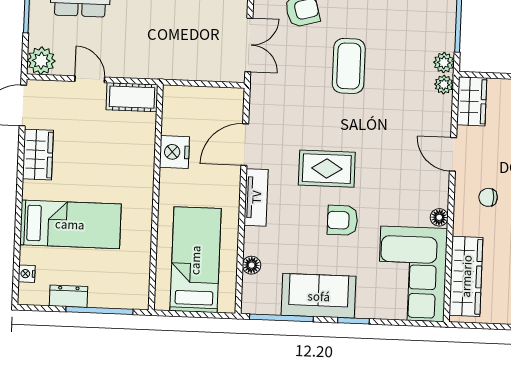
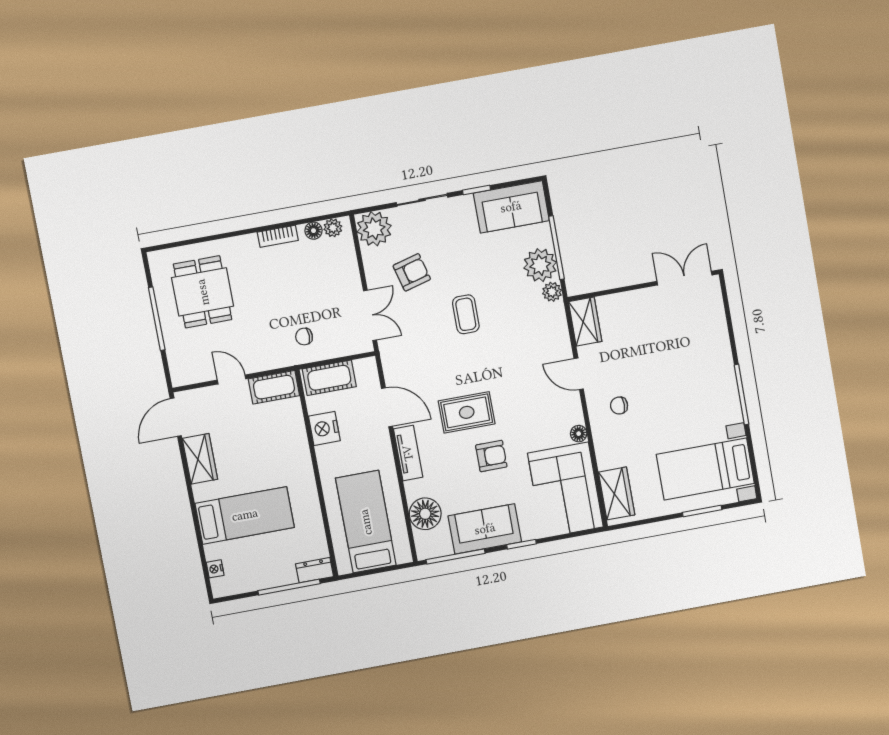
chair: (175, 51) -> (304, 337), added
plant: (41, 61) -> (183, 372), removed
coffee table: (349, 66) -> (466, 314), width x0.73, depth x0.77
plant: (444, 85) -> (540, 265), moved, width x1.88, depth x1.88
cot: (192, 100) -> (329, 378), added
door: (245, 145) -> (387, 407), swing flipped
armchair: (342, 220) -> (491, 456), turned 180
floor lamp: (252, 265) -> (425, 514), width x1.89, depth x1.89
wardrobe: (466, 276) -> (617, 493), width x0.67
dresser: (69, 296) -> (315, 570), moved

